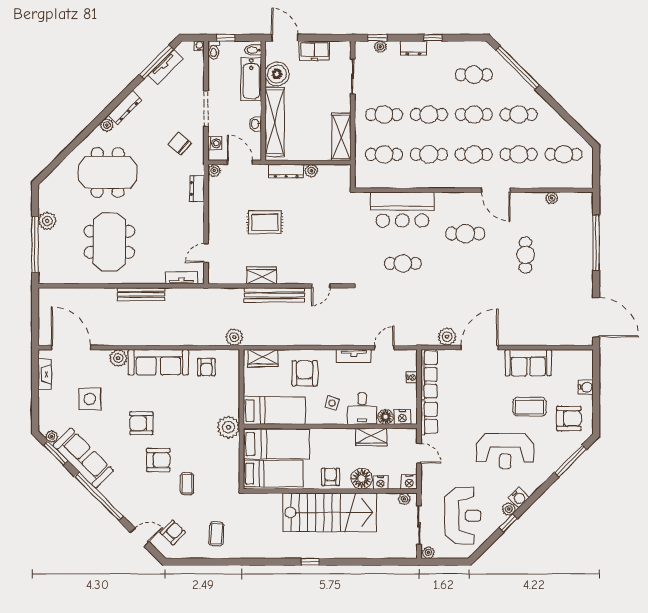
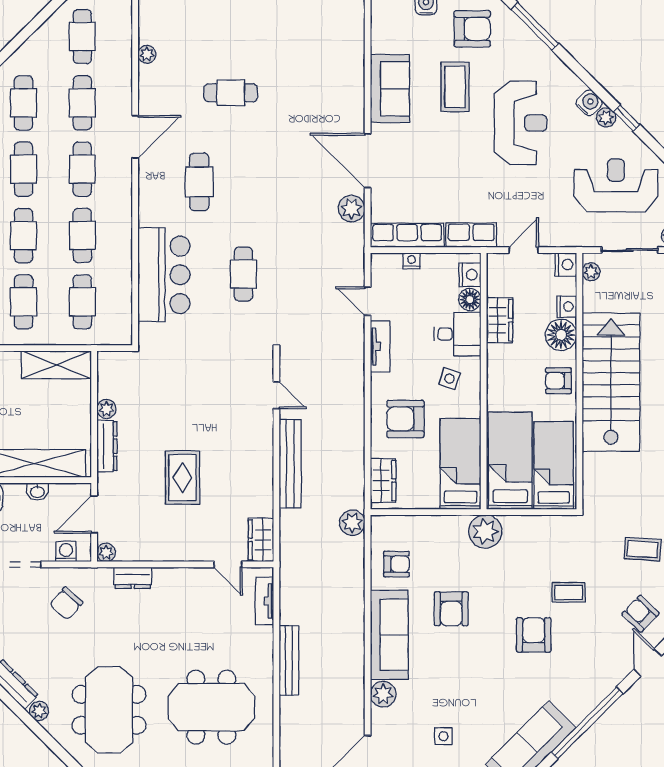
wardrobe: (261, 275) -> (261, 540), moved
side table: (90, 399) -> (443, 736), width x0.54, depth x0.54
armchair: (569, 418) -> (472, 29), turned 90
armchair: (141, 423) -> (451, 609), moved

